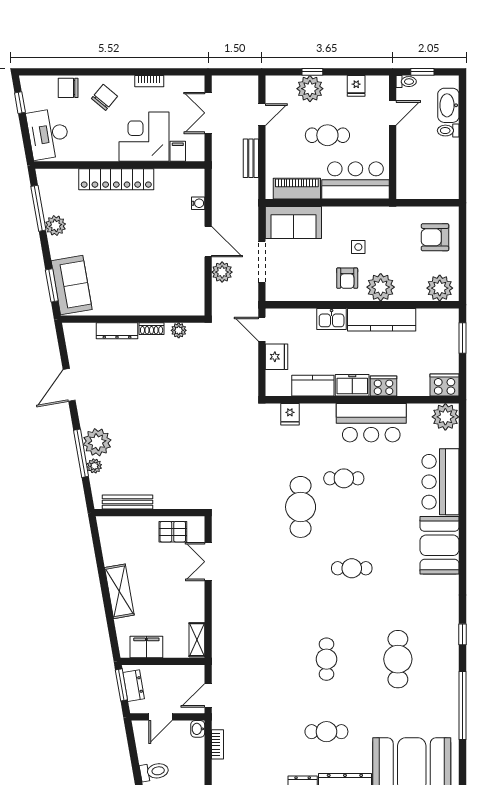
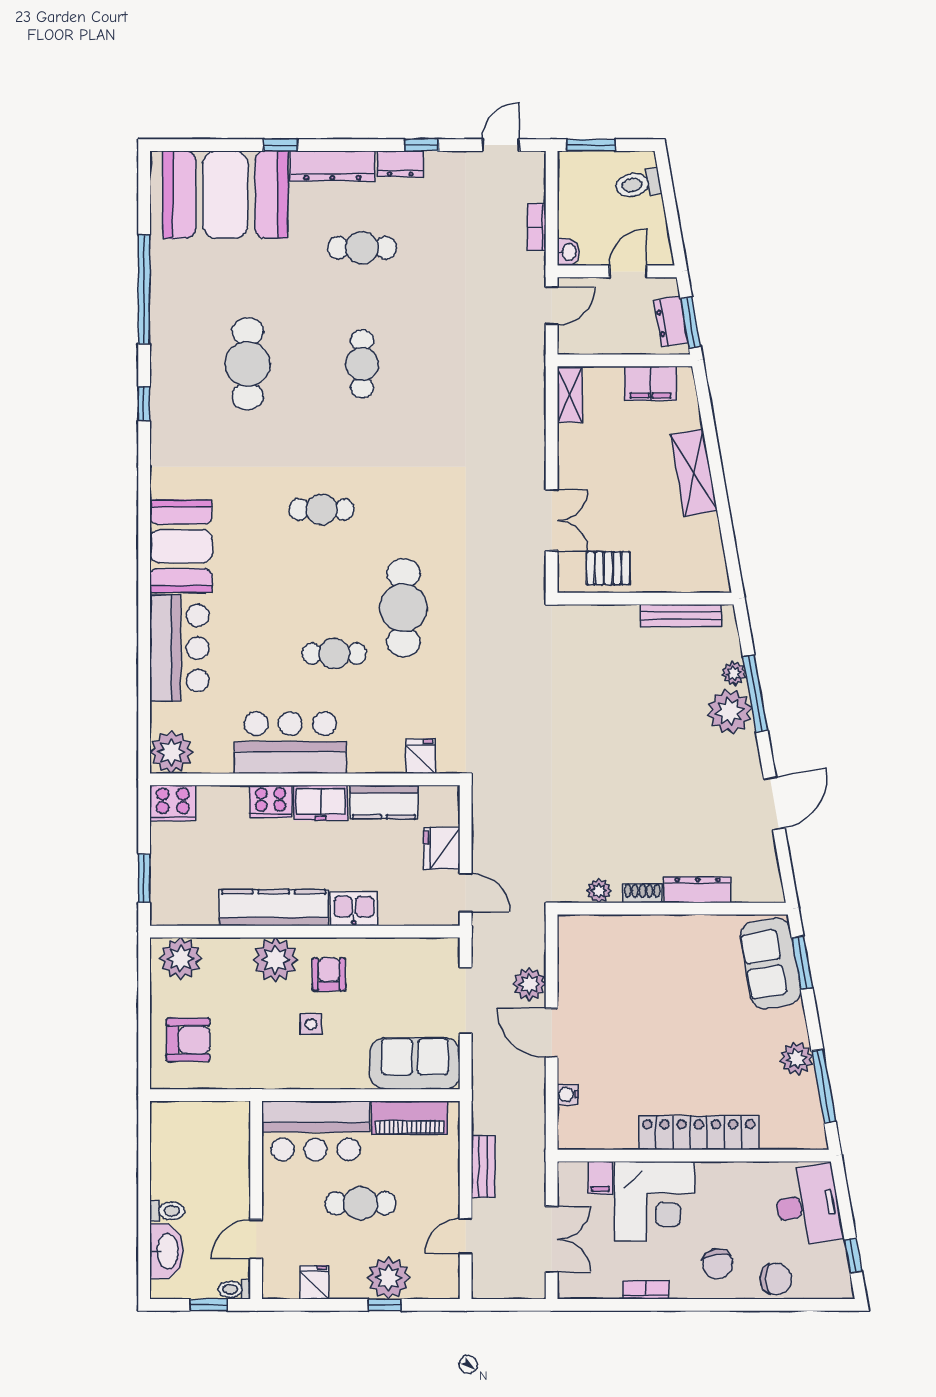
chair: (104, 97) -> (718, 1264), turned -49

